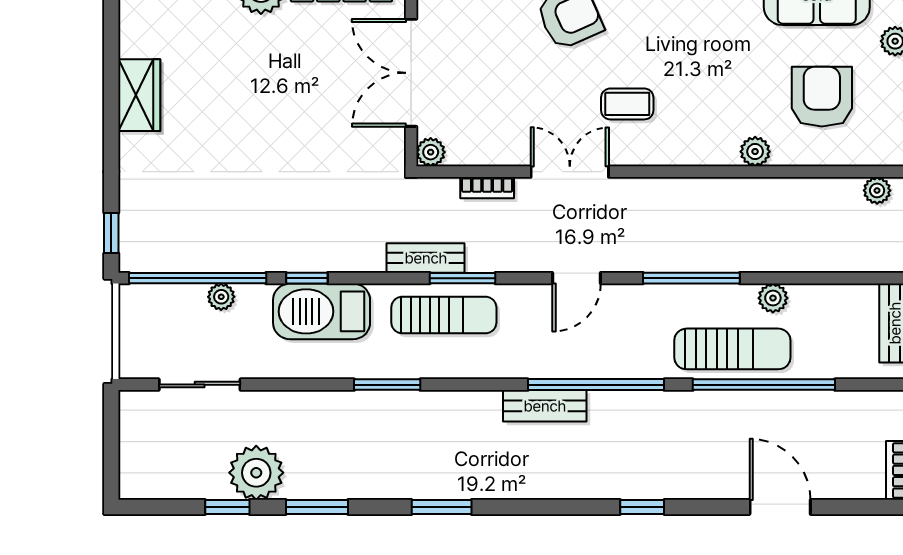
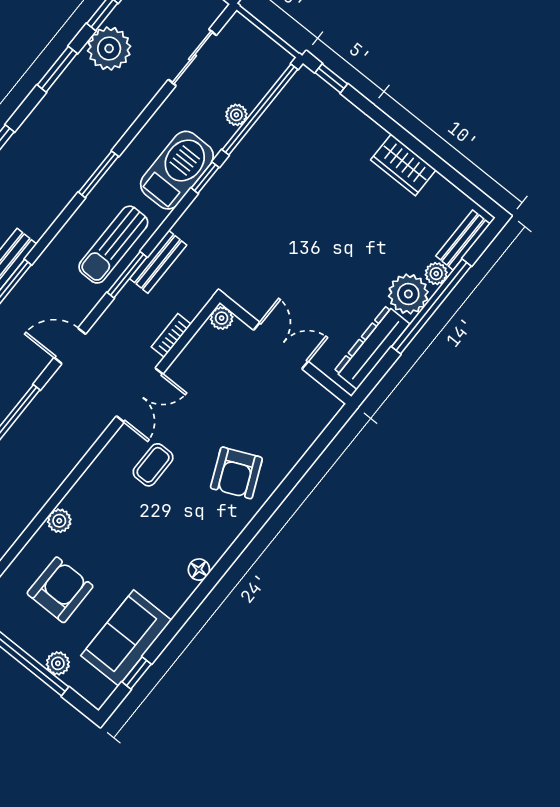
double door: (411, 73) -> (281, 346), width x0.73
armchair: (822, 97) -> (60, 590), turned -90
door: (577, 278) -> (70, 346), hinge flipped

